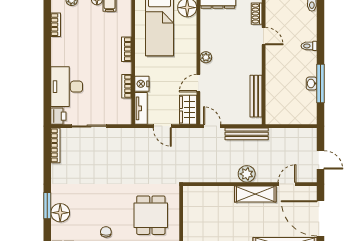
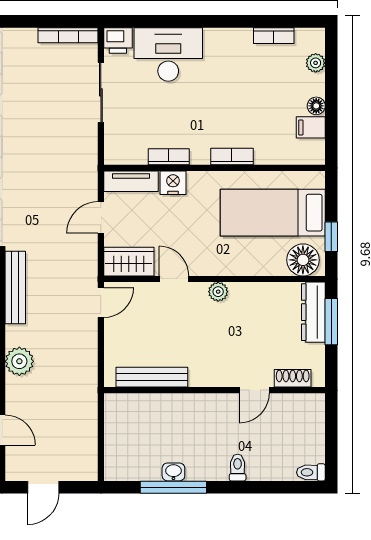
bench: (247, 134) -> (15, 287), moved

